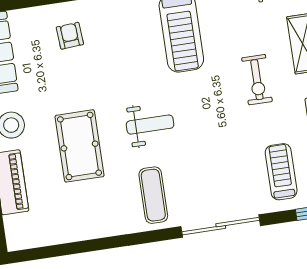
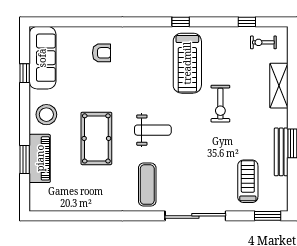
armchair: (70, 36) -> (102, 53), turned 94
exercise bike: (257, 80) -> (220, 104), moved

